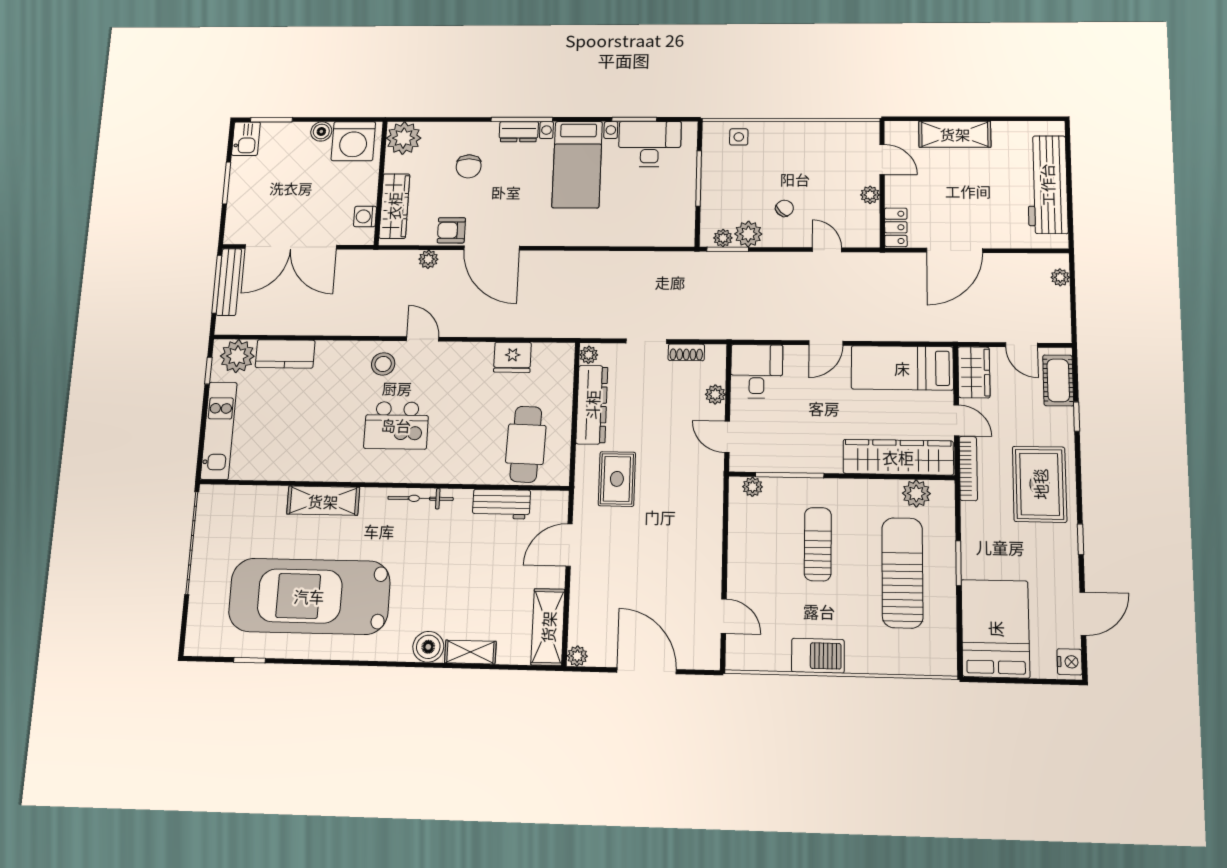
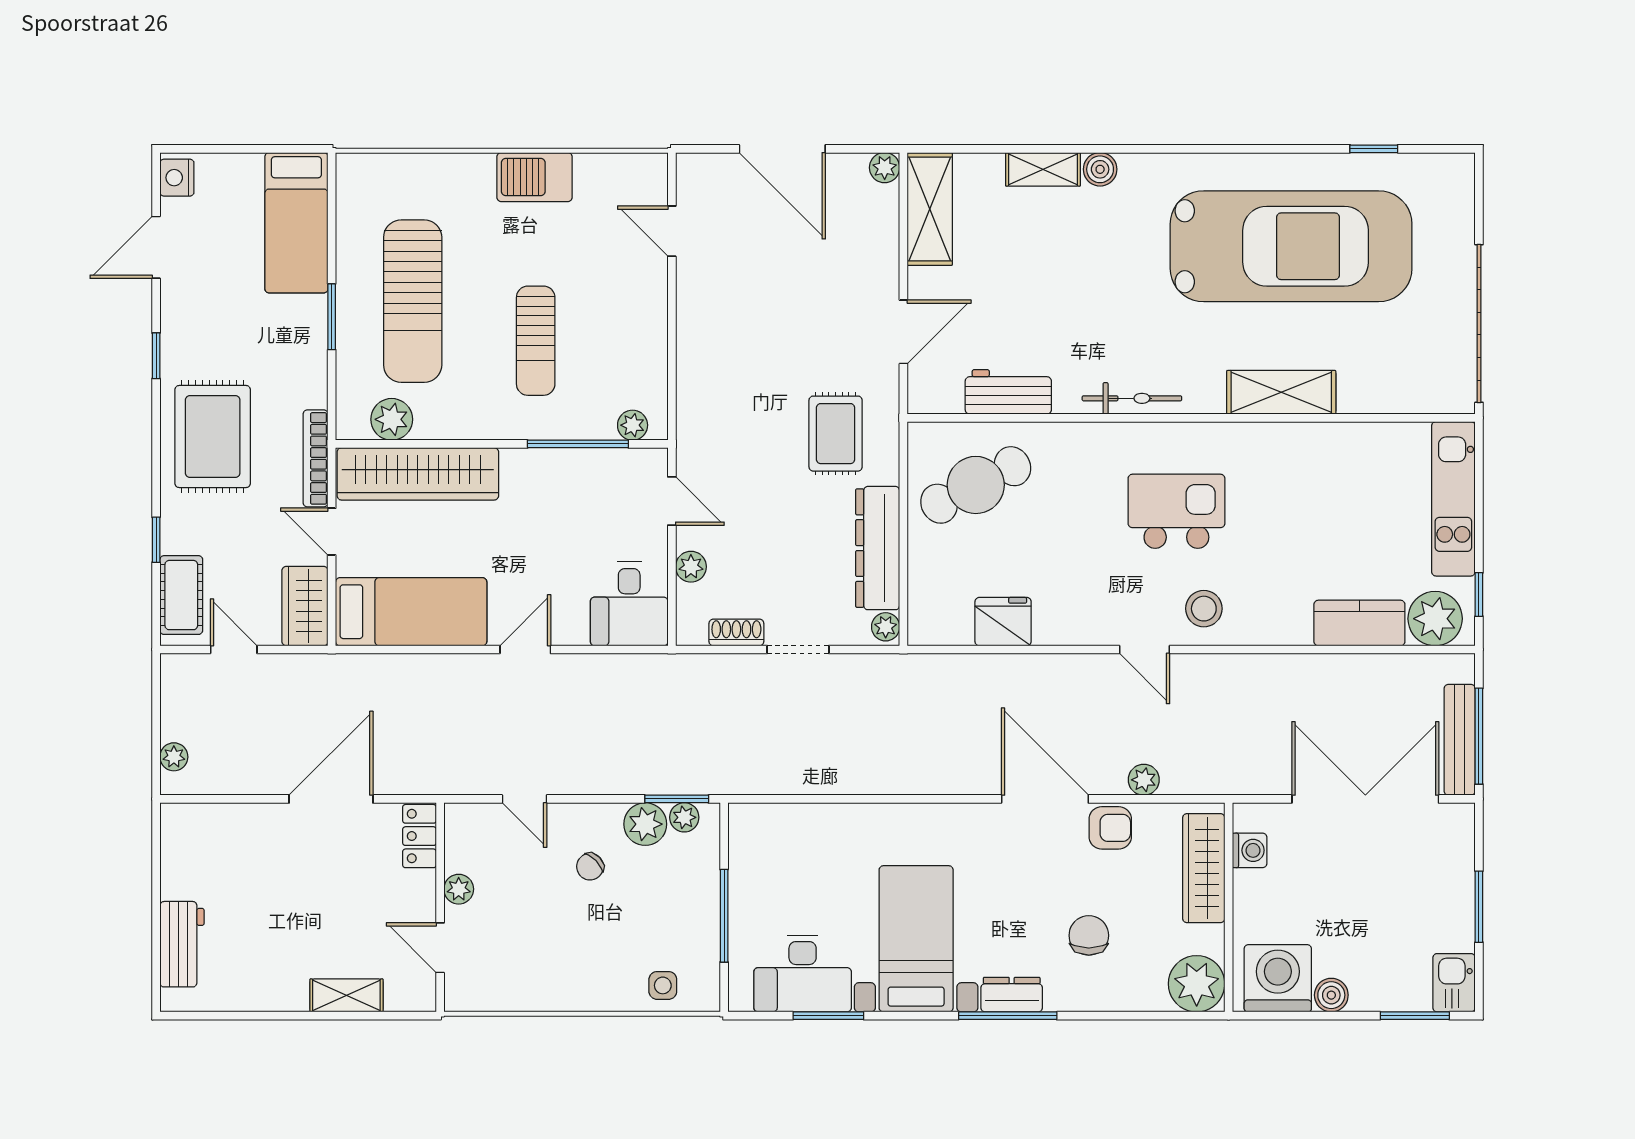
shelving: (955, 134) -> (346, 995), width x0.67, depth x0.75
workbench: (1047, 185) -> (182, 944), width x0.53, depth x0.76
cafe table: (526, 444) -> (976, 485), turned 61
bed: (995, 629) -> (296, 223), width x0.67
boiler: (428, 647) -> (1100, 169), width x0.73, depth x0.73

